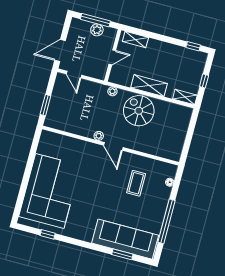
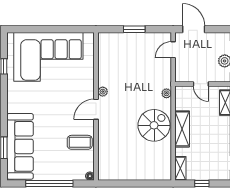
plant: (99, 136) -> (103, 92), moved
wall: (111, 146) -> (96, 106), moved
door: (113, 146) -> (96, 109), moved

